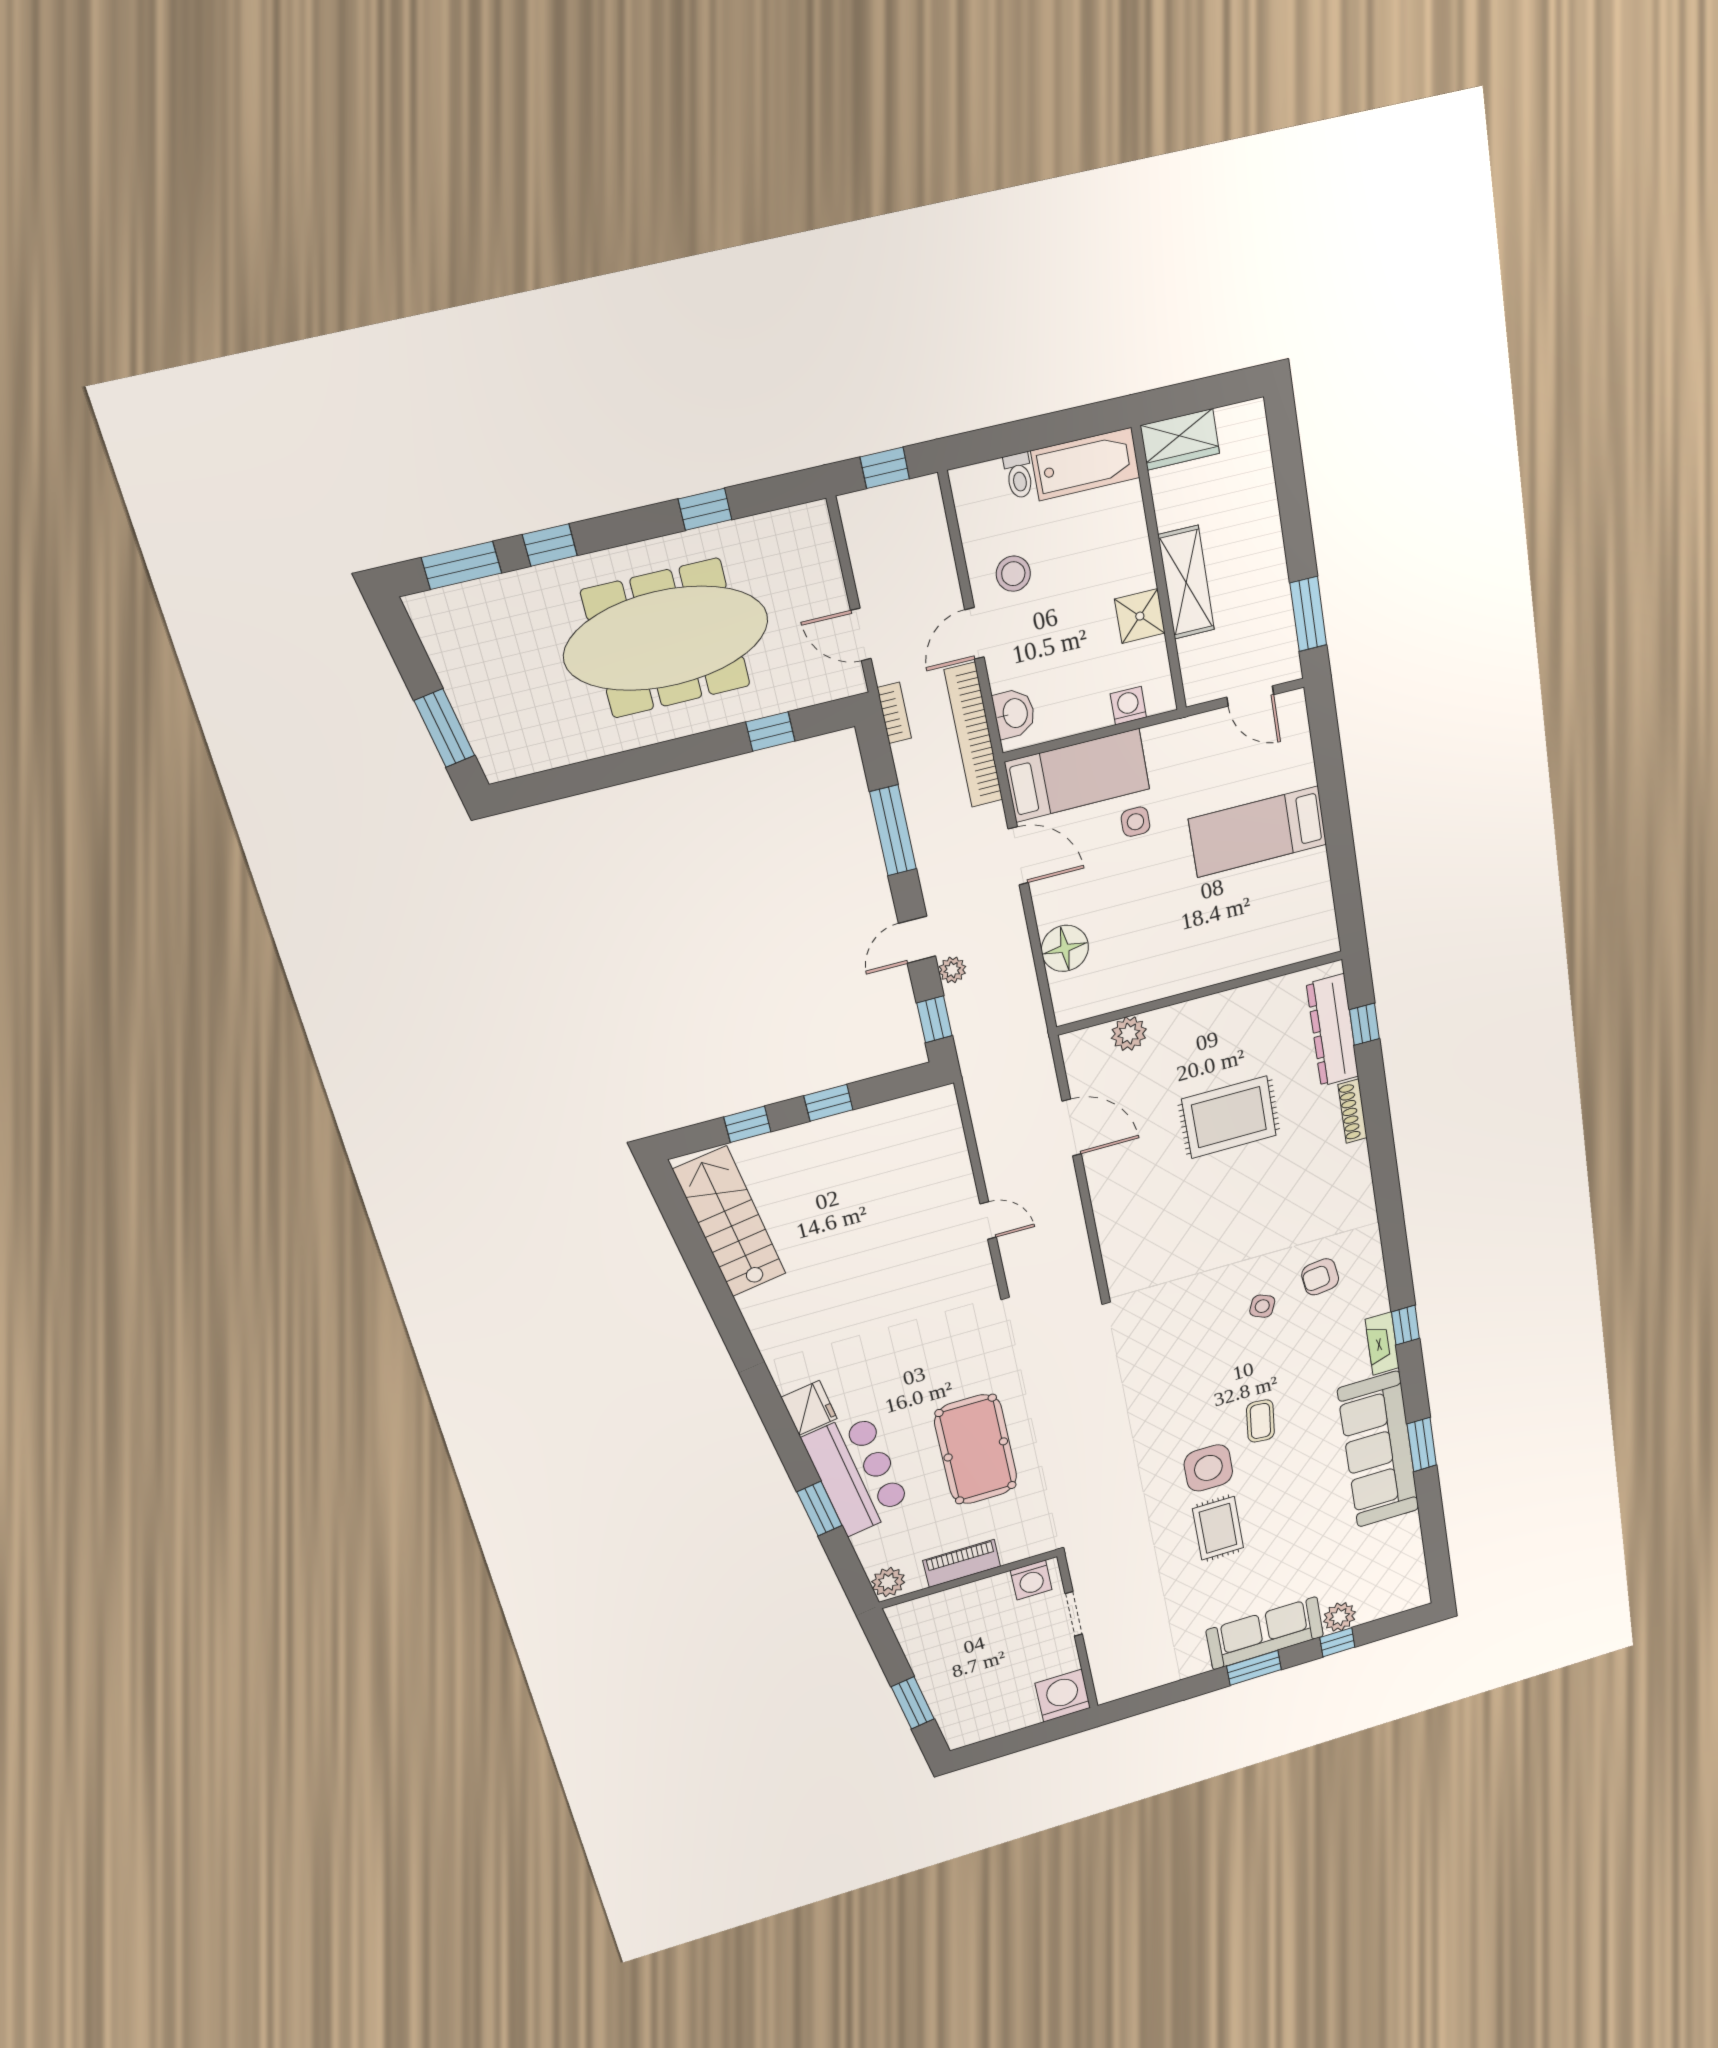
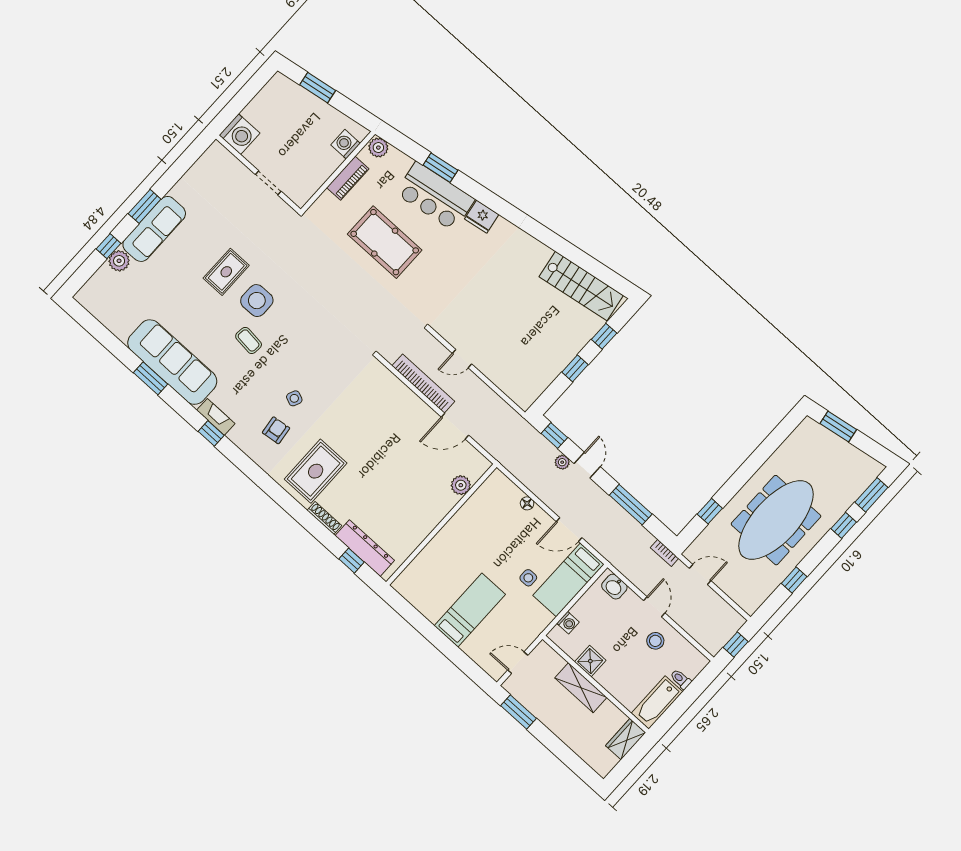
bookcase: (974, 735) -> (423, 384), moved
floor lamp: (1065, 948) -> (527, 503), width x0.53, depth x0.53
rug: (1229, 1117) -> (316, 471), moved
rug: (1218, 1528) -> (226, 272), turned 90
washing machine: (1031, 1580) -> (346, 144), moved

